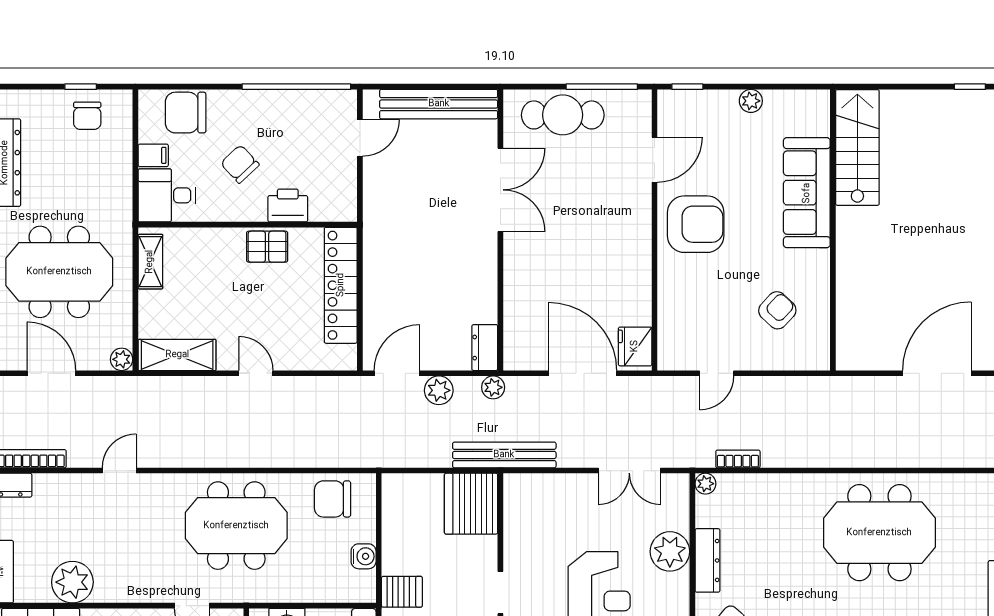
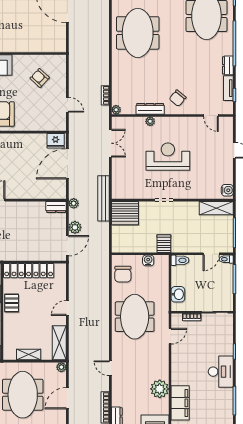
shelving: (150, 262) -> (29, 355), moved
door: (397, 373) -> (67, 246), swing flipped
plant: (670, 551) -> (150, 121), width x0.53, depth x0.53

